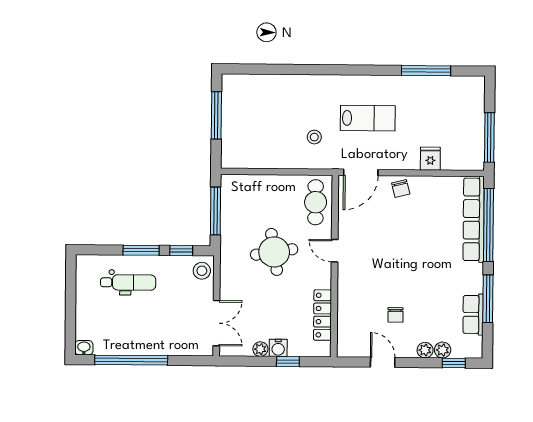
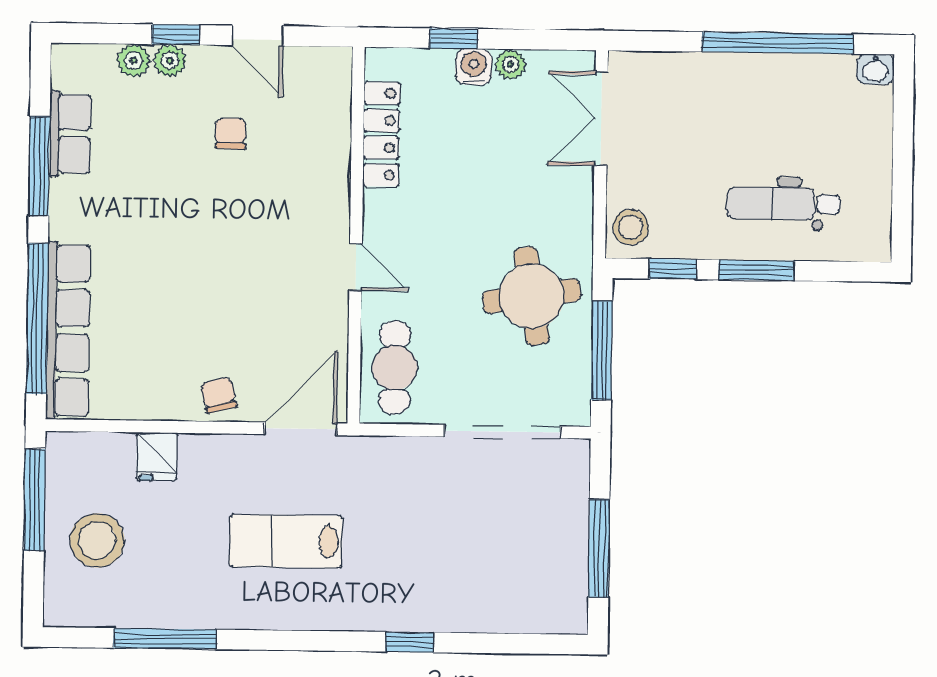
window: (308, 70) -> (410, 642), added
stool: (314, 137) -> (97, 540), moved, width x1.89, depth x1.89
doorway: (263, 172) -> (503, 432), added
round table: (274, 252) -> (532, 296), moved
window: (454, 363) -> (176, 35), moved

